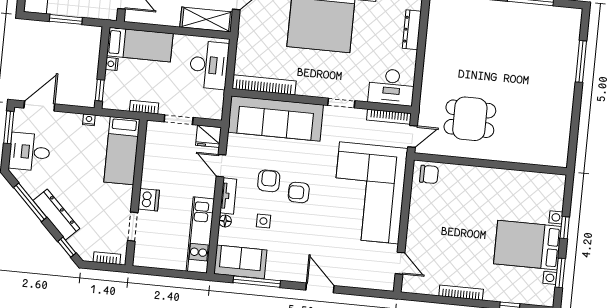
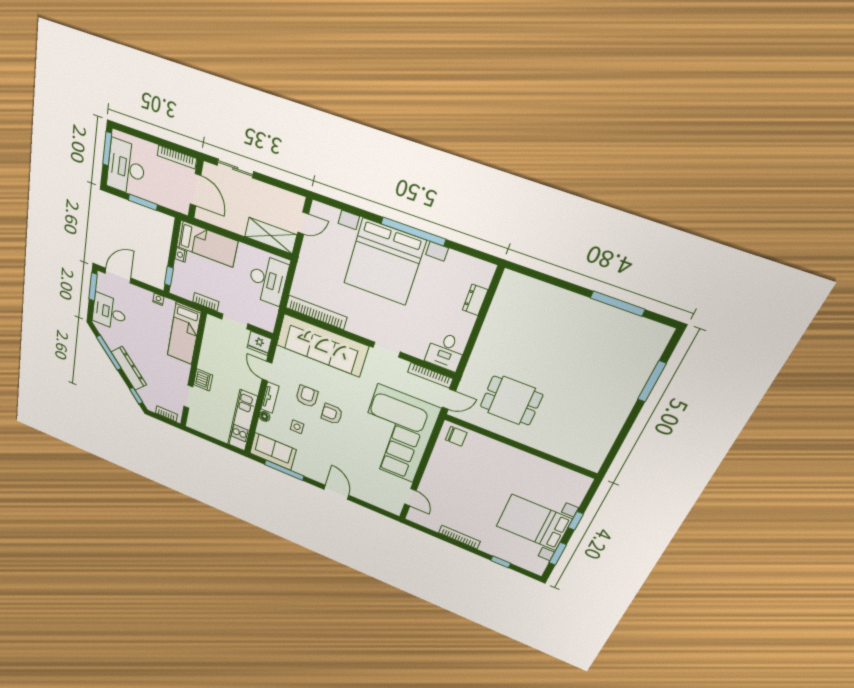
dresser: (412, 30) -> (475, 300), width x0.70
desk: (392, 87) -> (446, 351), width x0.73

